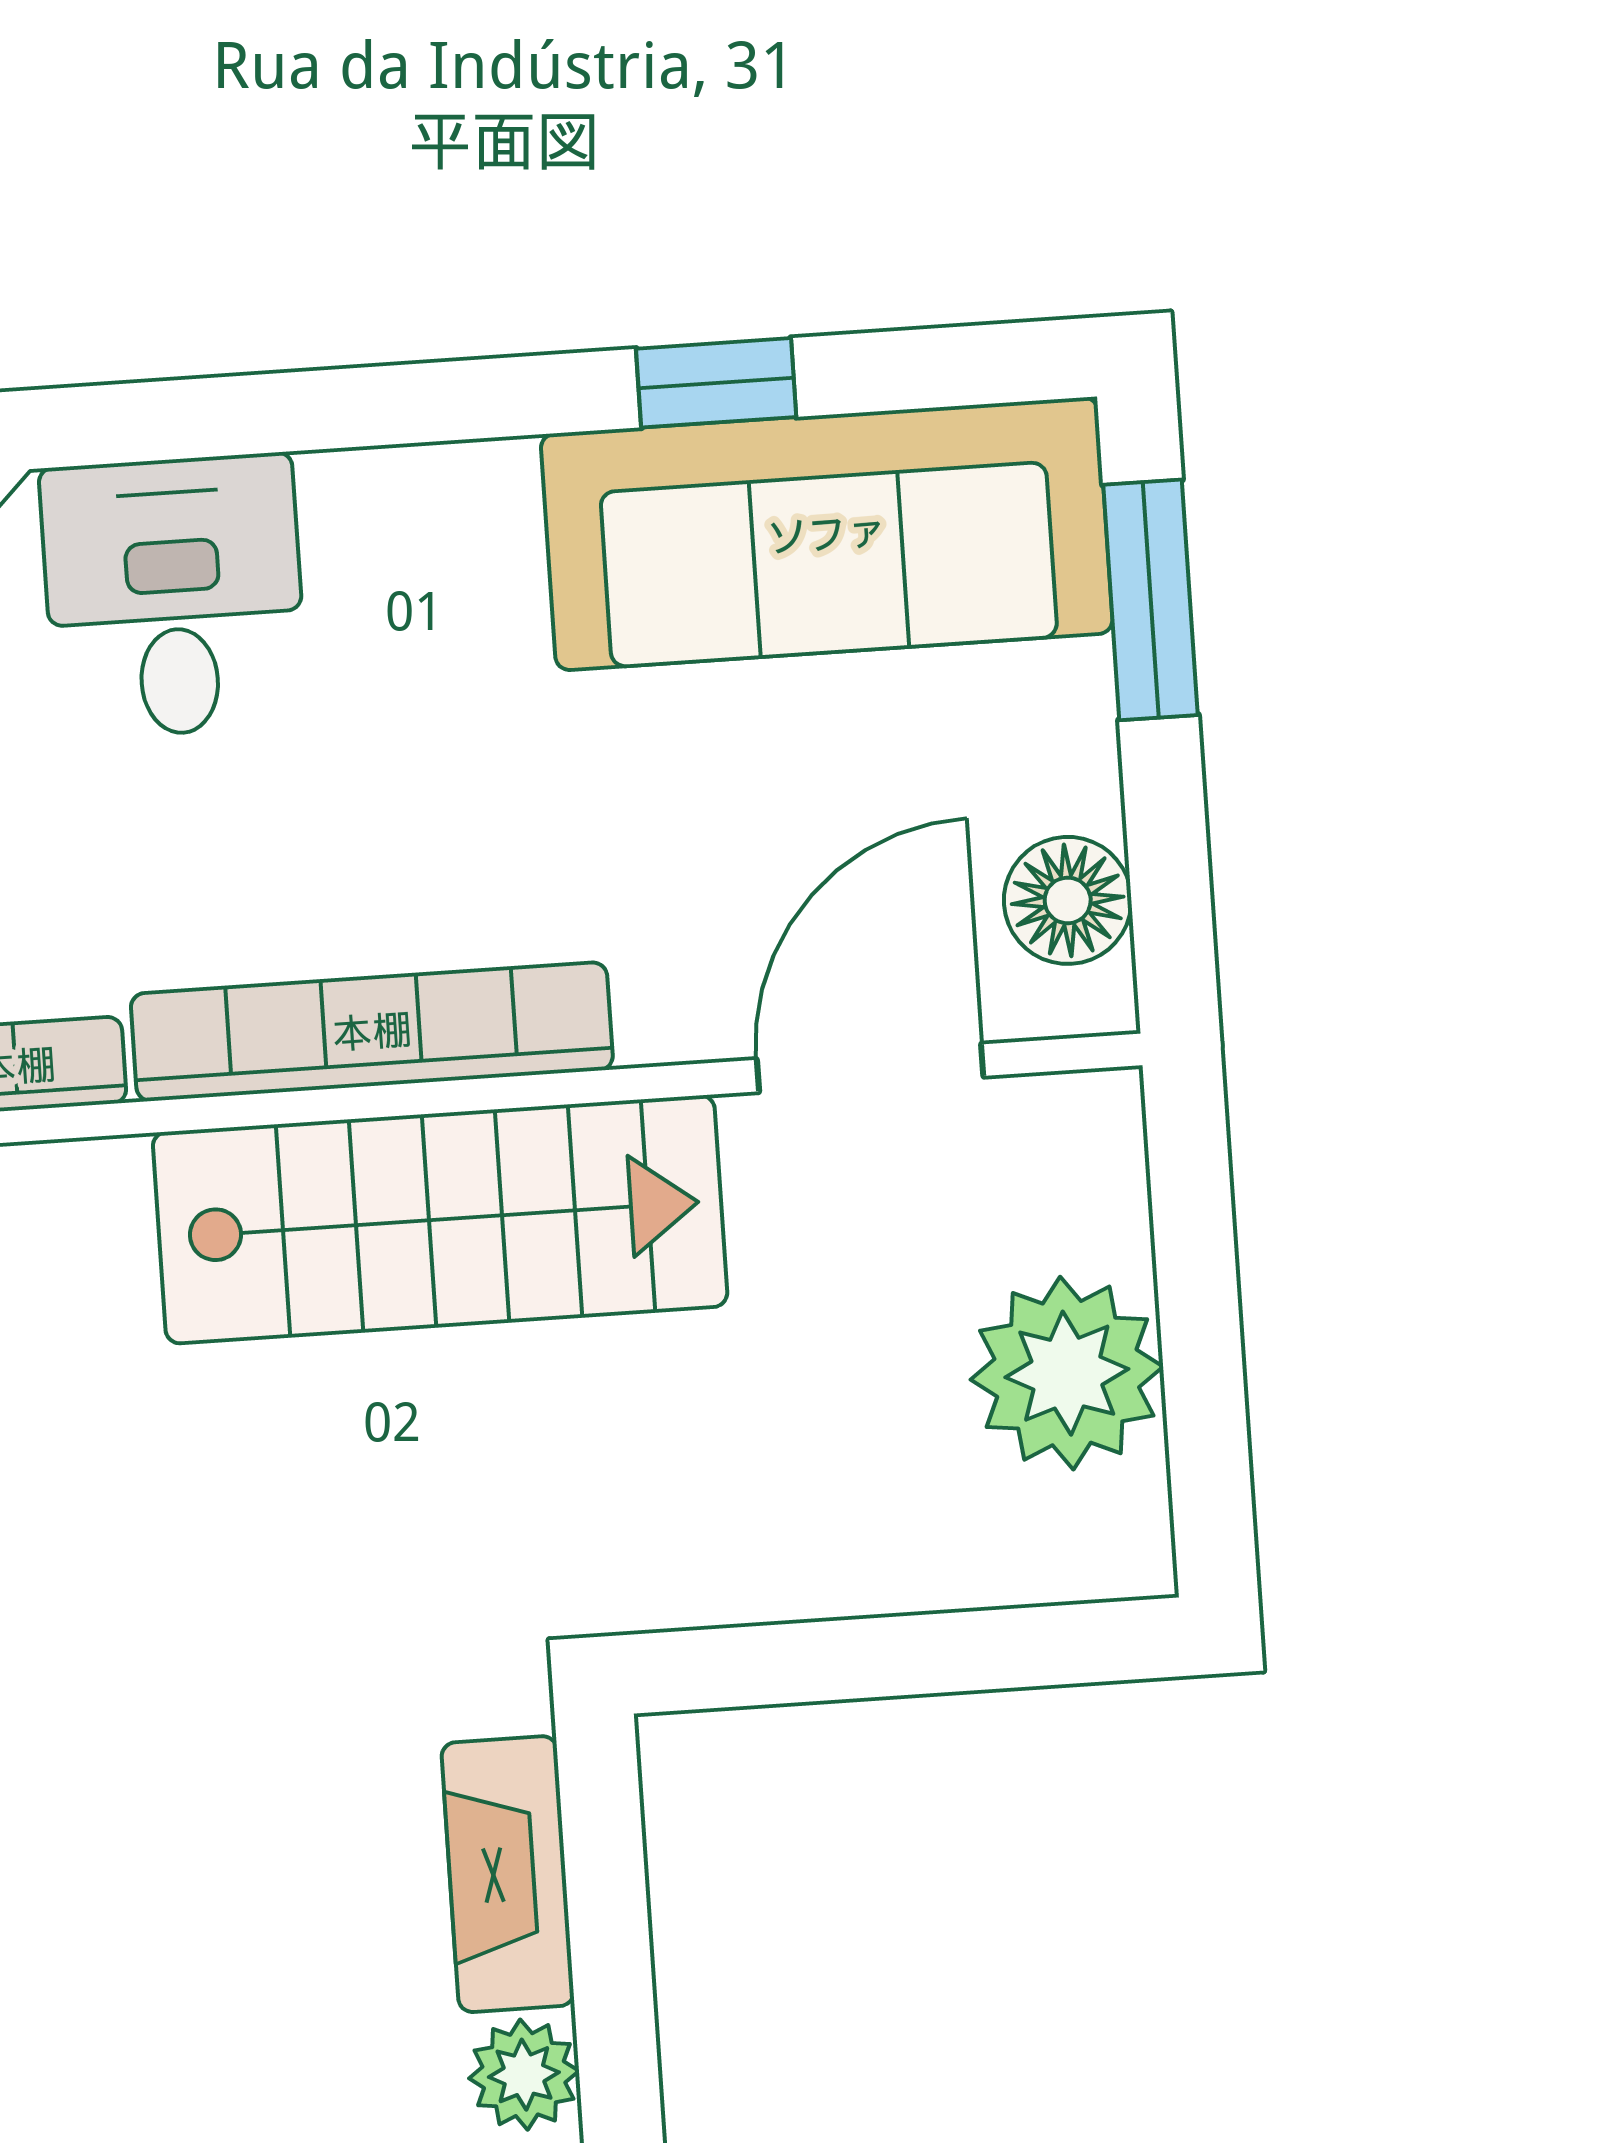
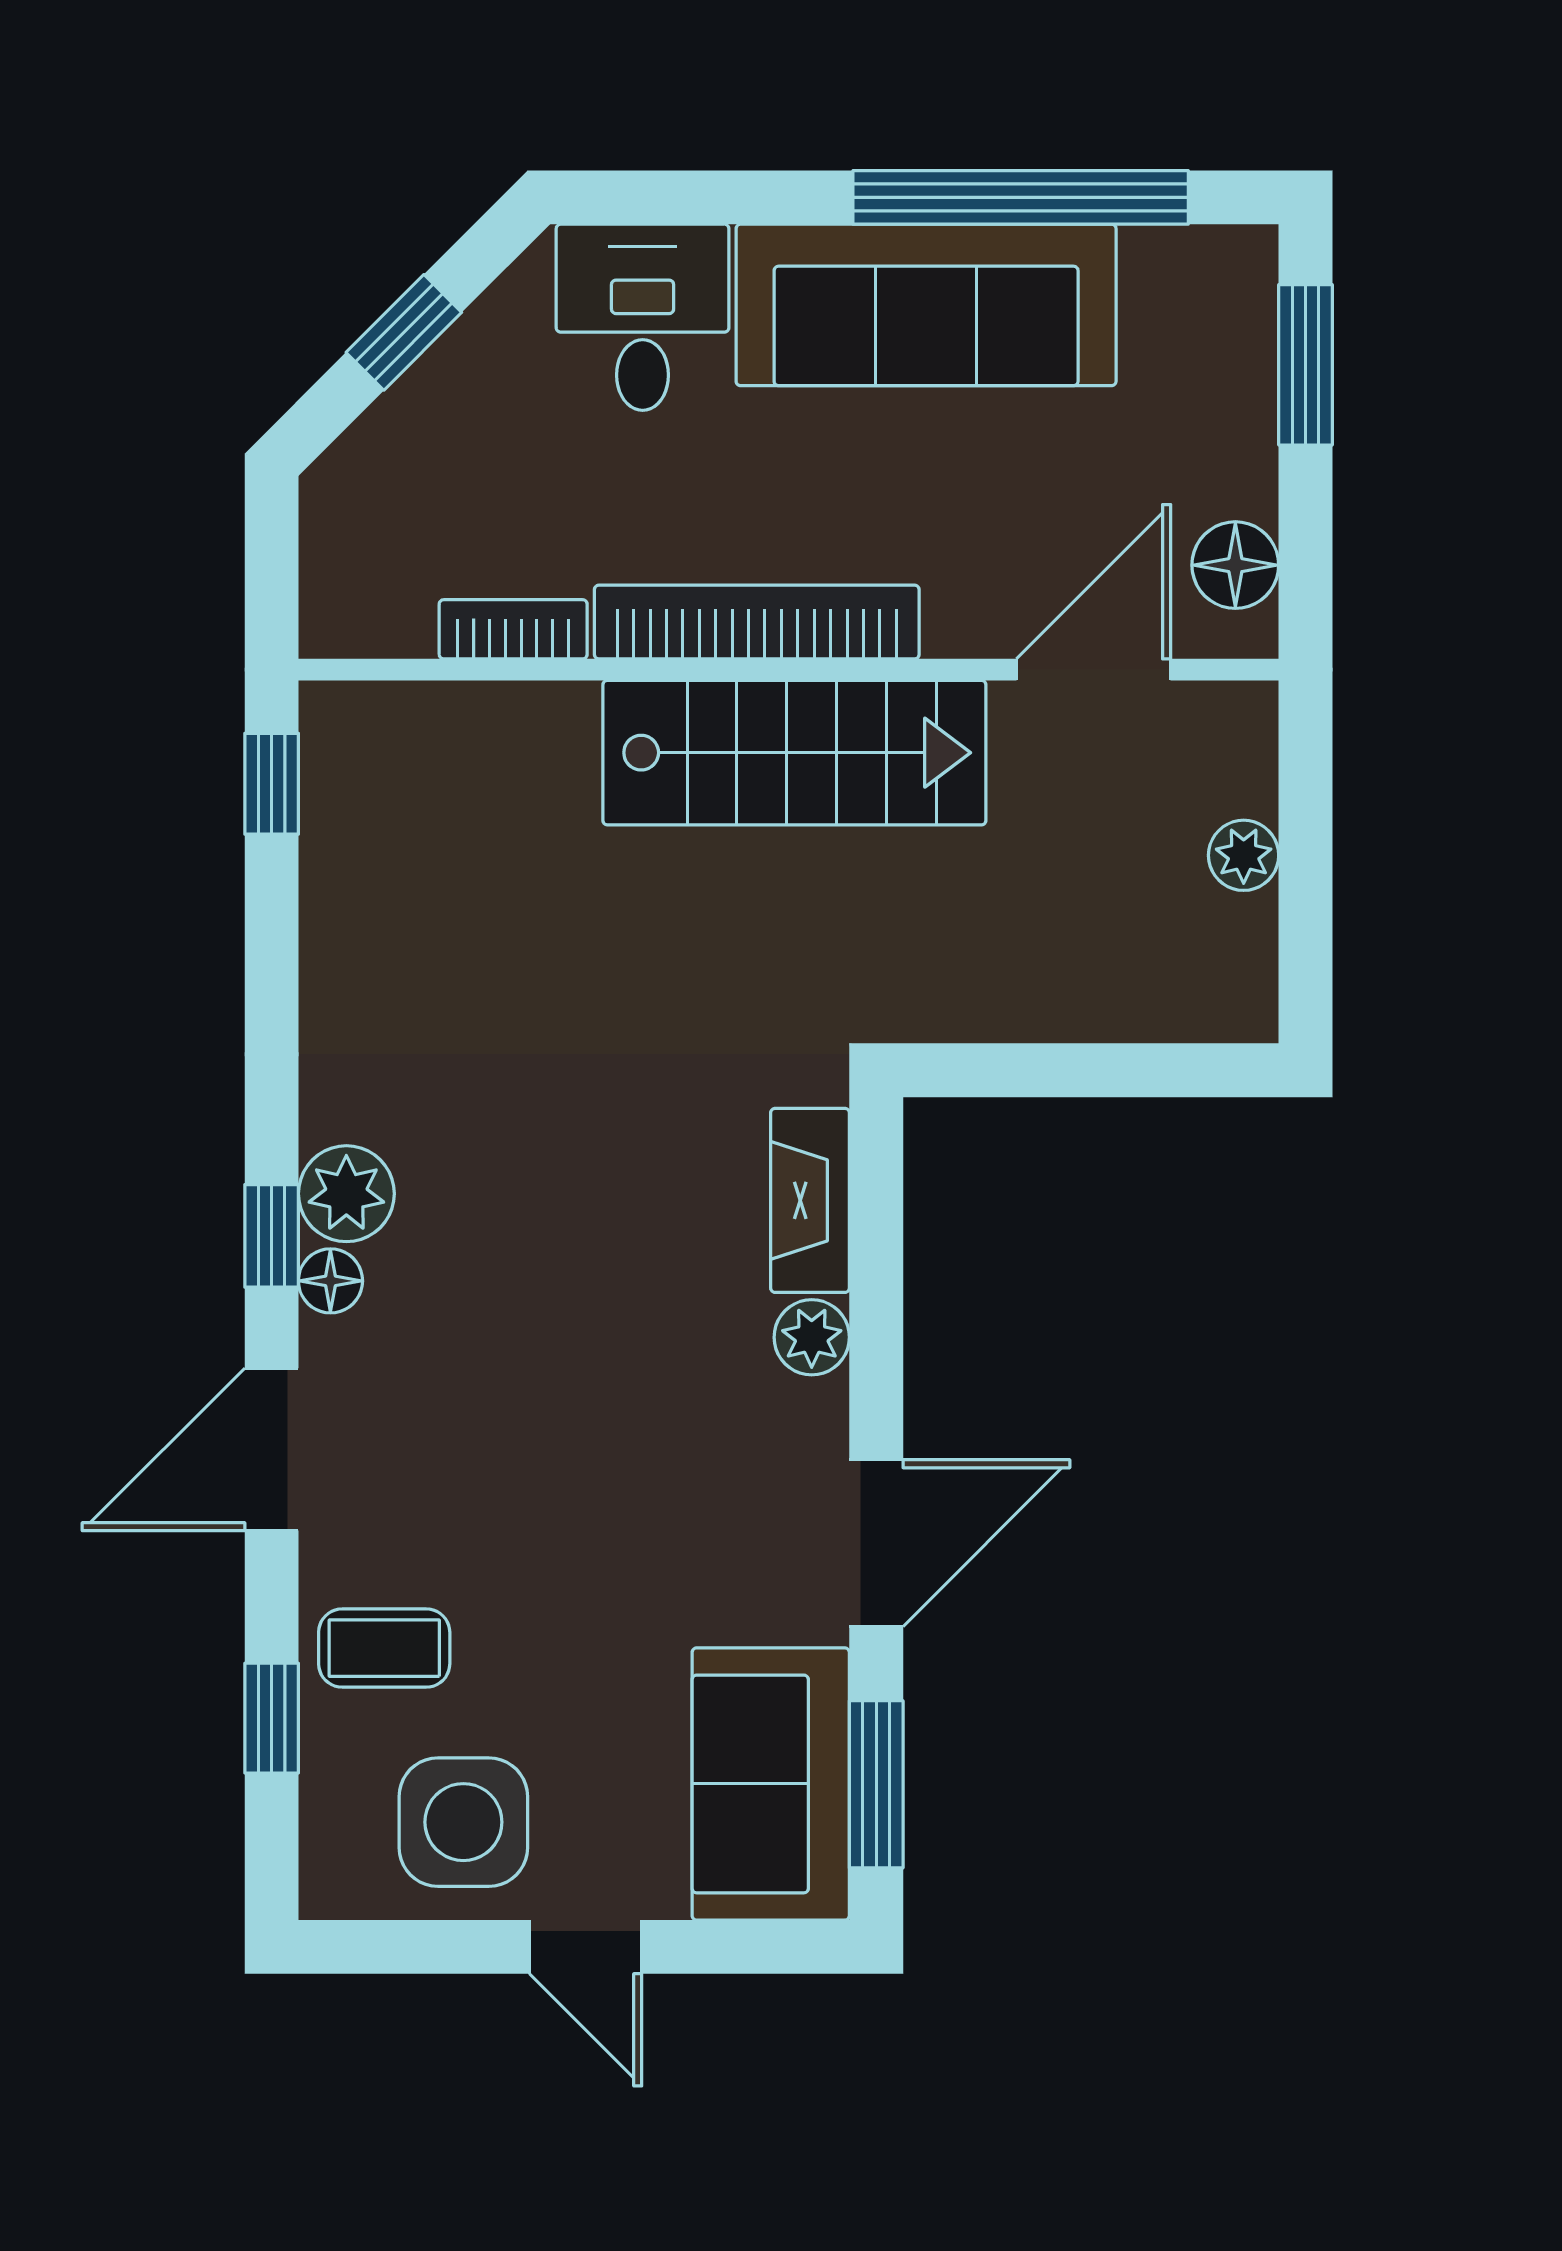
window: (716, 383) -> (1021, 197), width x3.17
sofa: (827, 534) -> (926, 305), moved
plant: (1067, 1373) -> (1244, 855), width x0.53, depth x0.53

